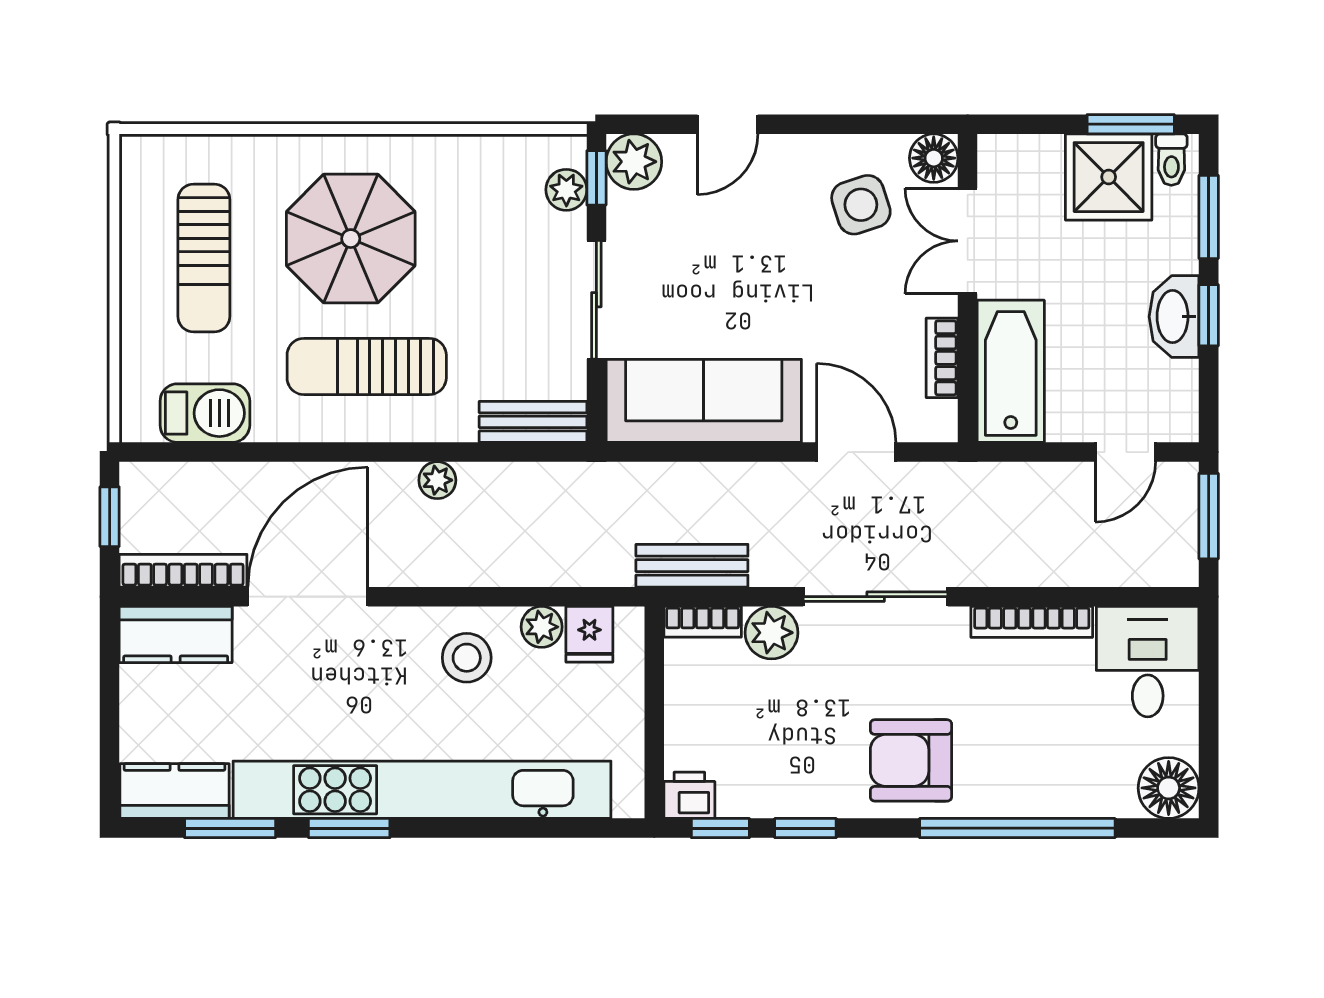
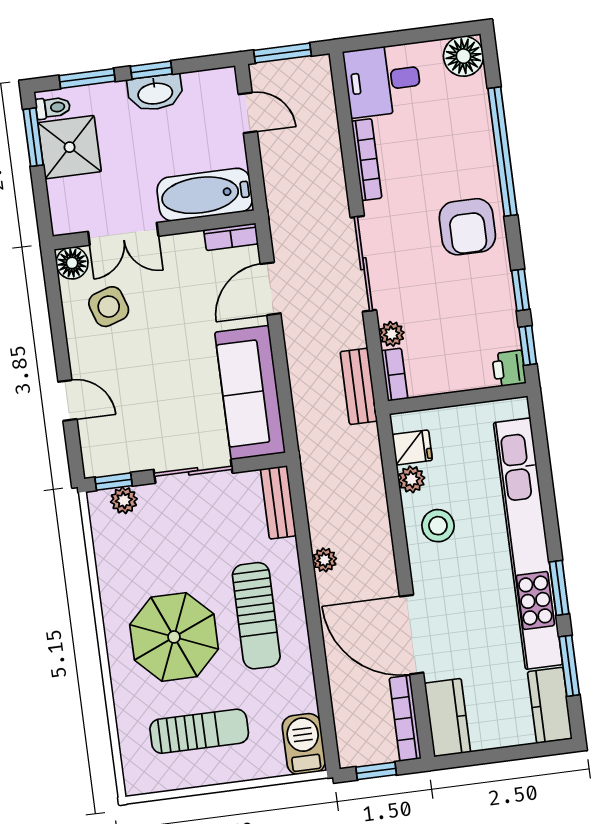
plant: (634, 162) -> (100, 459), removed
bookcase: (942, 358) -> (231, 237), moved
barbecue: (205, 413) -> (304, 744), moved
plant: (772, 633) -> (392, 334), width x0.73, depth x0.73

